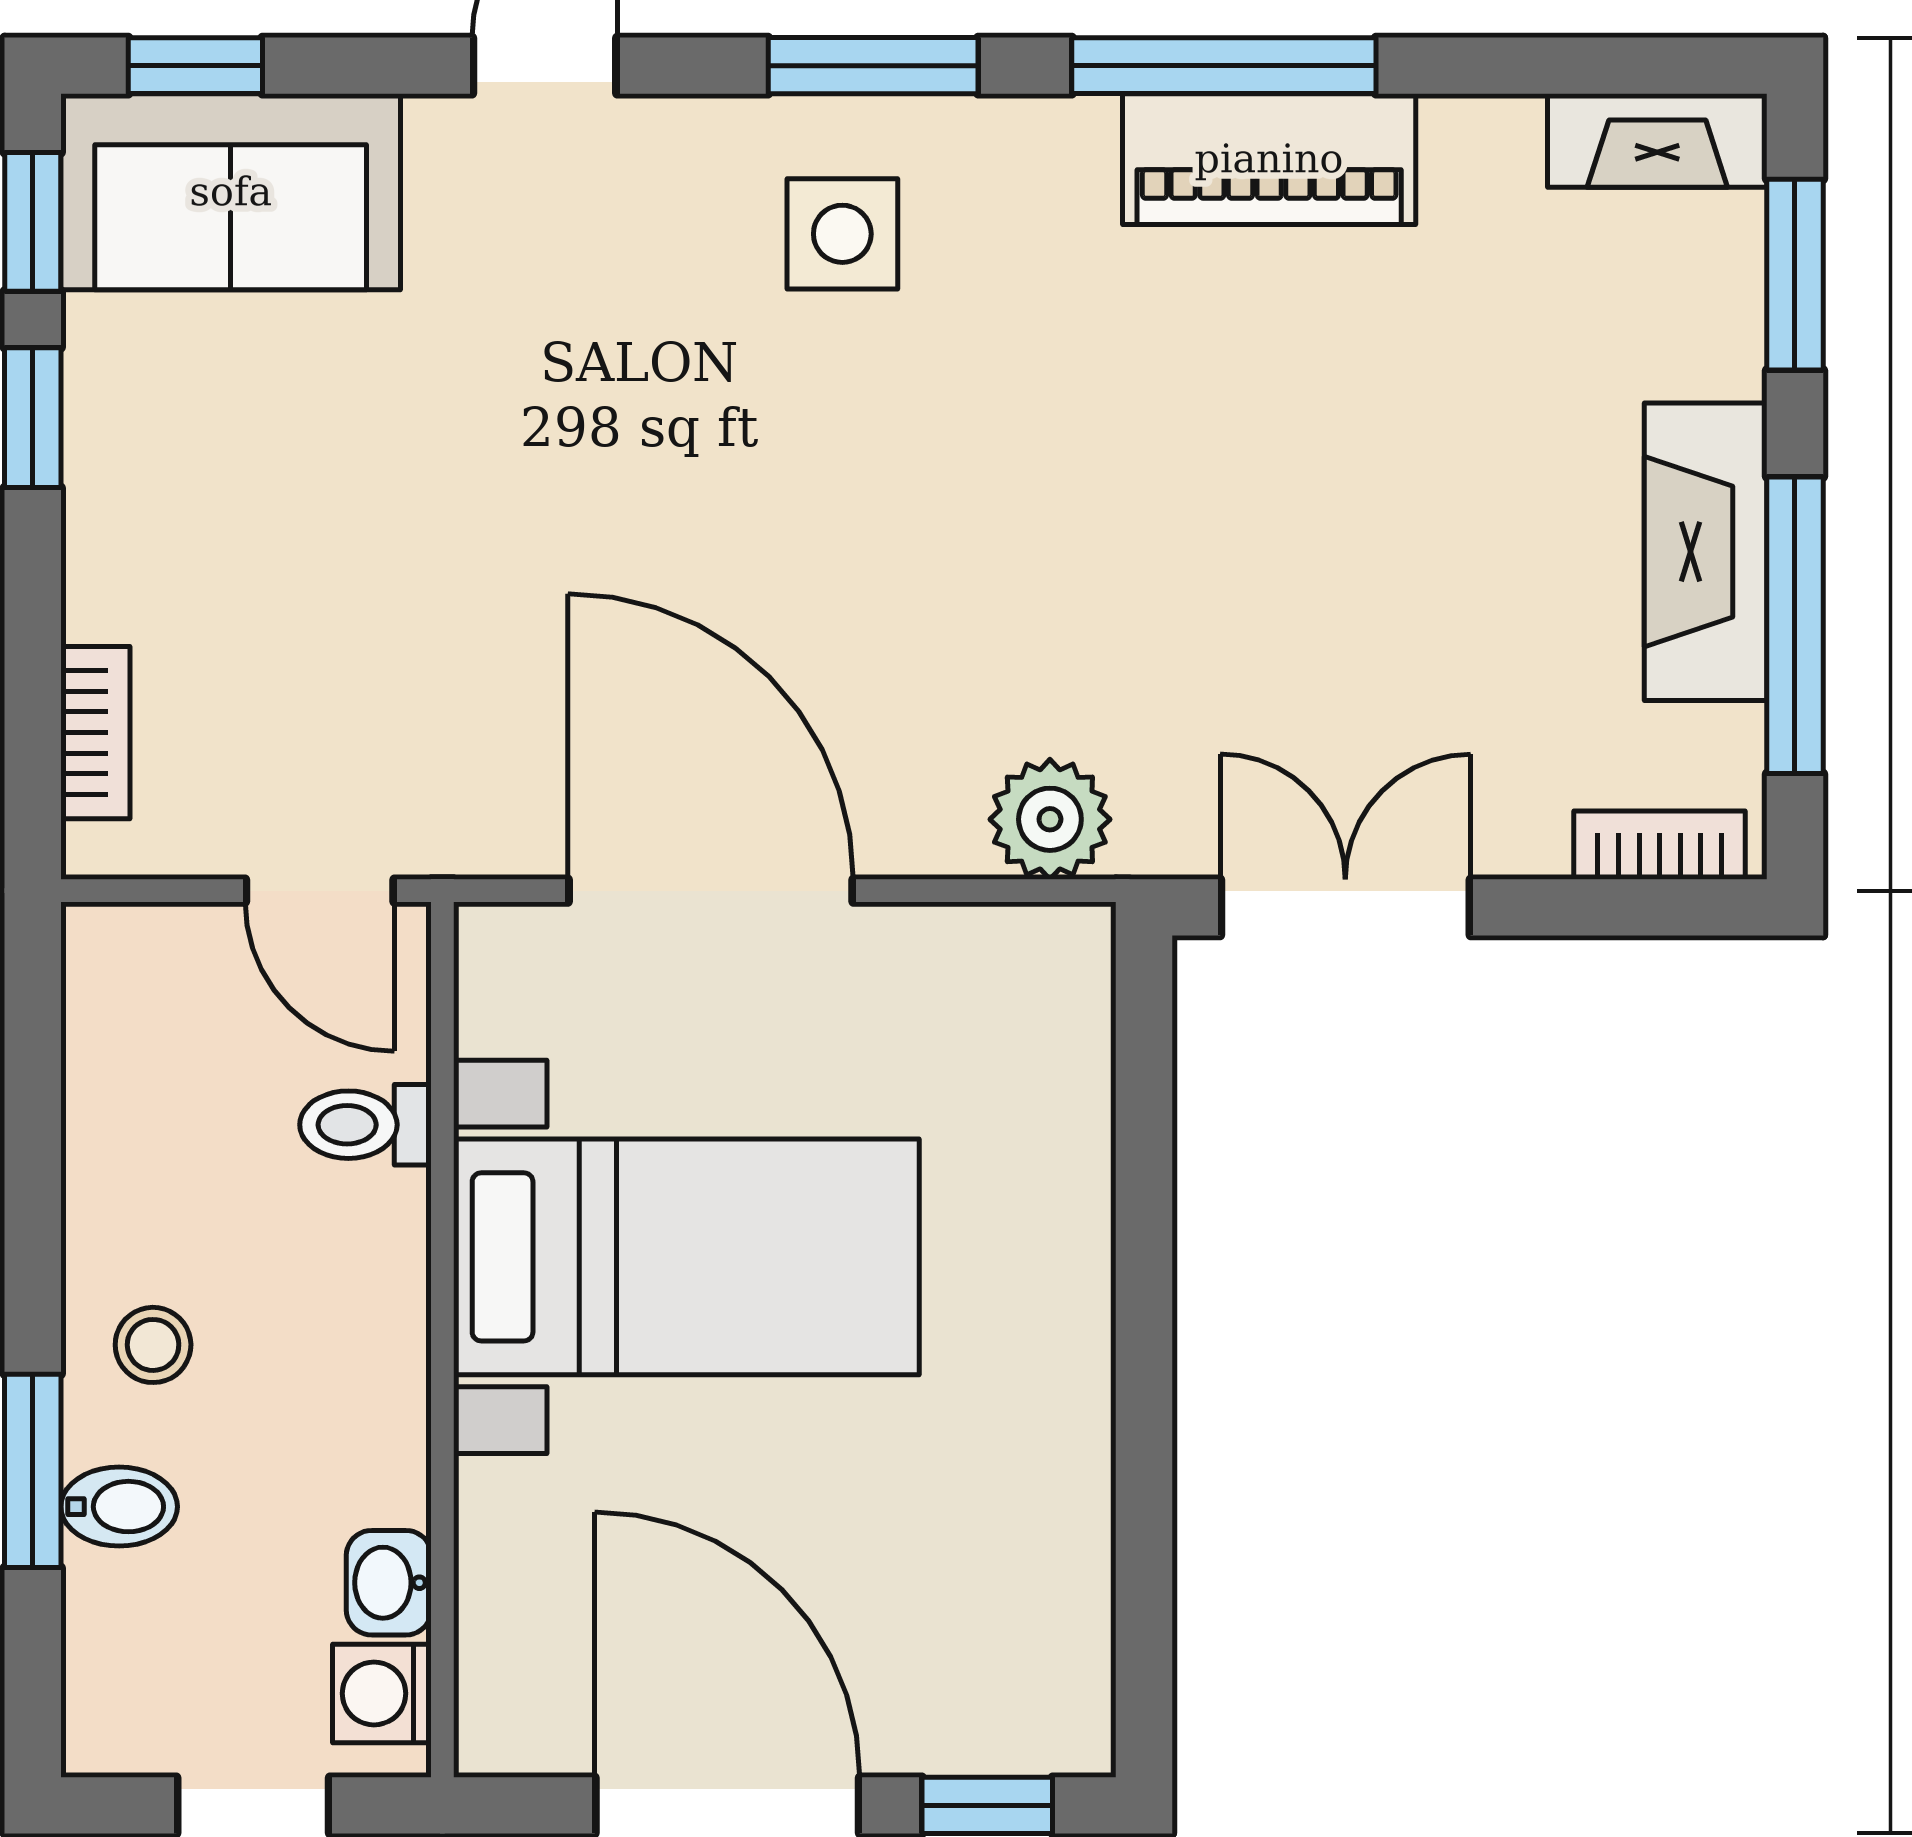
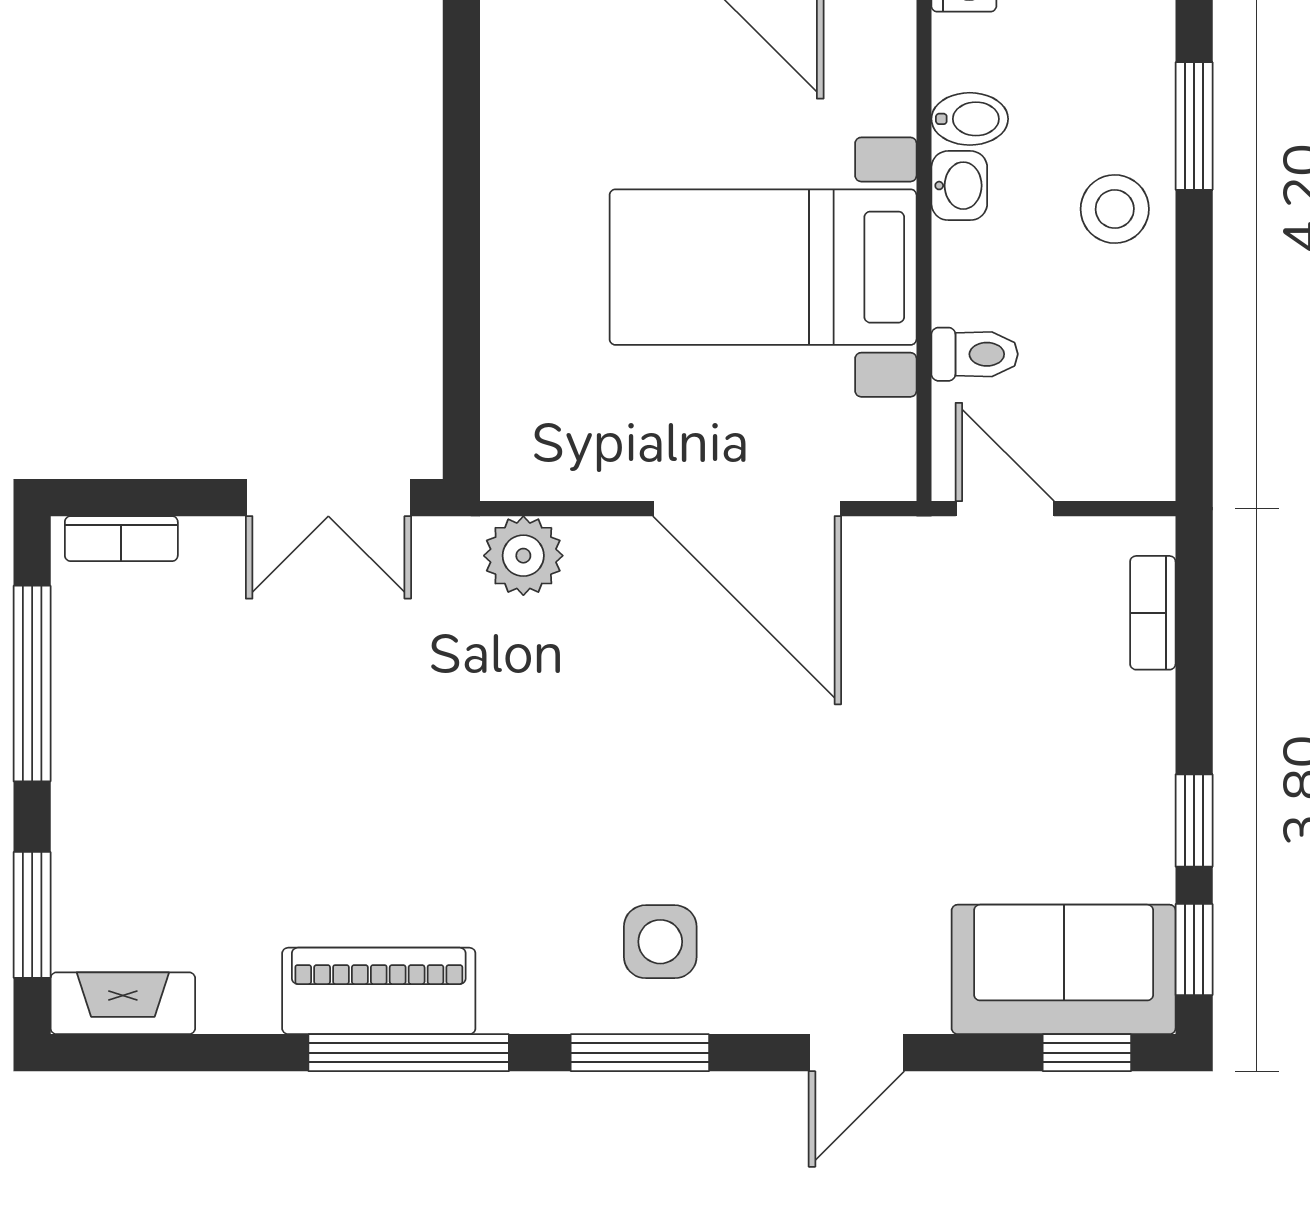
fireplace: (1706, 552) -> (91, 732), removed
stool: (153, 1345) -> (1115, 209), width x1.37, depth x1.37
bidet: (119, 1507) -> (970, 119), moved, turned 180
washbasin: (389, 1583) -> (959, 186), moved

